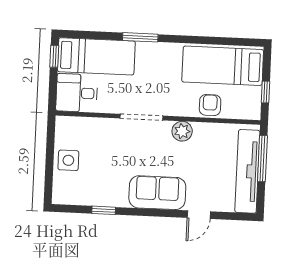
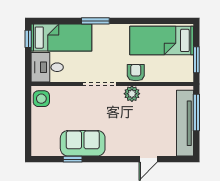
window: (265, 92) -> (196, 60), width x1.50
armchair: (210, 105) -> (136, 73), moved
side table: (68, 160) -> (41, 99), moved
sofa: (157, 193) -> (83, 143), moved

